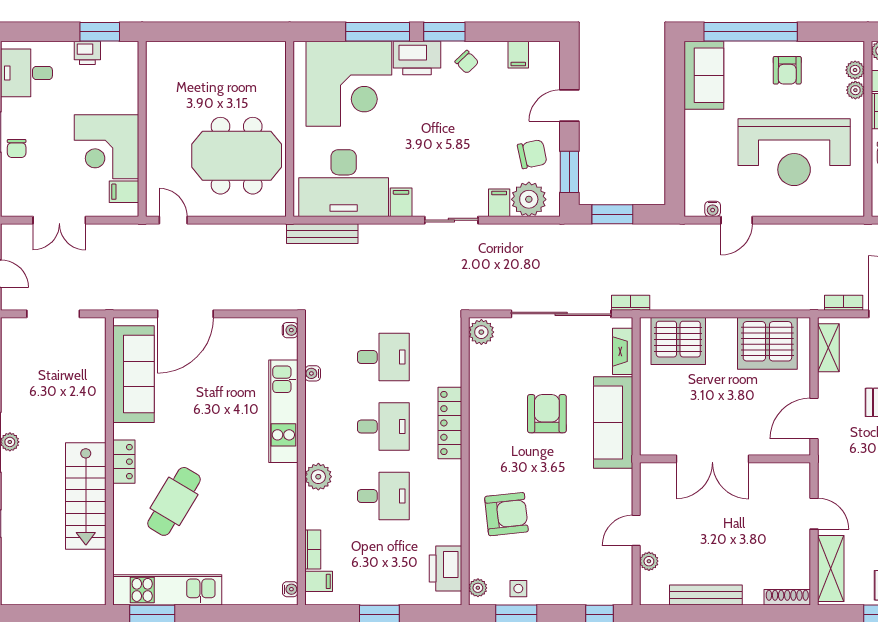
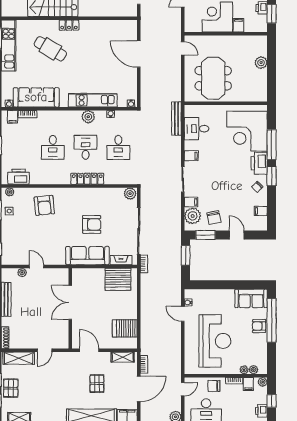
plant: (203, 54) -> (261, 63), added
armchair: (787, 70) -> (259, 326), moved
reception desk: (794, 152) -> (215, 341), turned 180
desk: (344, 183) -> (197, 129), width x0.53, depth x0.77
filing cabinet: (124, 192) -> (239, 25), moved
door: (173, 220) -> (183, 48), hinge flipped
server rack: (678, 341) -> (118, 279), moved, turned -90
server rack: (767, 343) -> (125, 328), width x0.63
sofa: (134, 374) -> (36, 97), moved, turned 180
desk: (383, 427) -> (86, 147), turned 180
plant: (318, 477) -> (88, 117), moved

